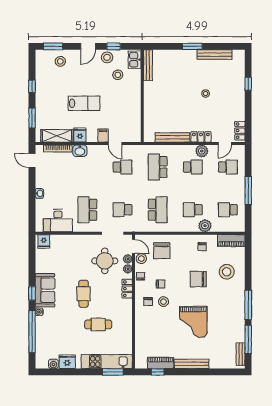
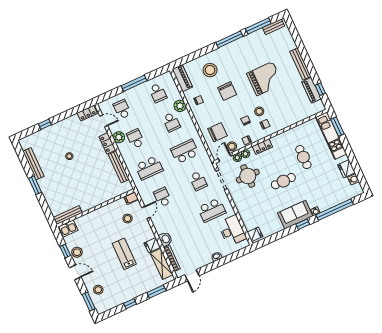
stool: (118, 75) -> (128, 219), moved
filing cabinet: (103, 136) -> (131, 198), moved

